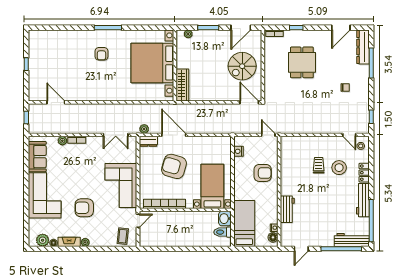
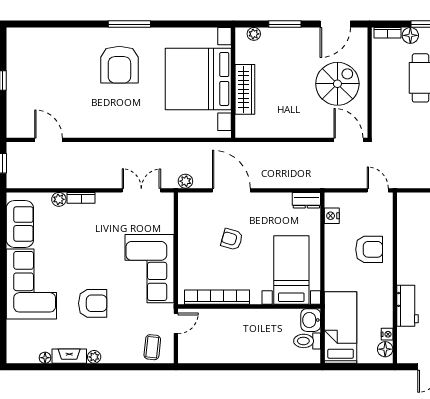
floor lamp: (289, 35) -> (410, 35), added
armchair: (102, 54) -> (119, 65), width x1.88, depth x1.88
spiral stairs: (242, 66) -> (337, 84), turned 180
wardrobe: (182, 85) -> (245, 89), moved
double door: (116, 135) -> (141, 190), swing flipped
dresser: (148, 141) -> (306, 200), moved
armchair: (174, 166) -> (232, 239), width x0.53, depth x0.53
armchair: (84, 208) -> (93, 303), turned 180
plant: (43, 240) -> (28, 354), removed

